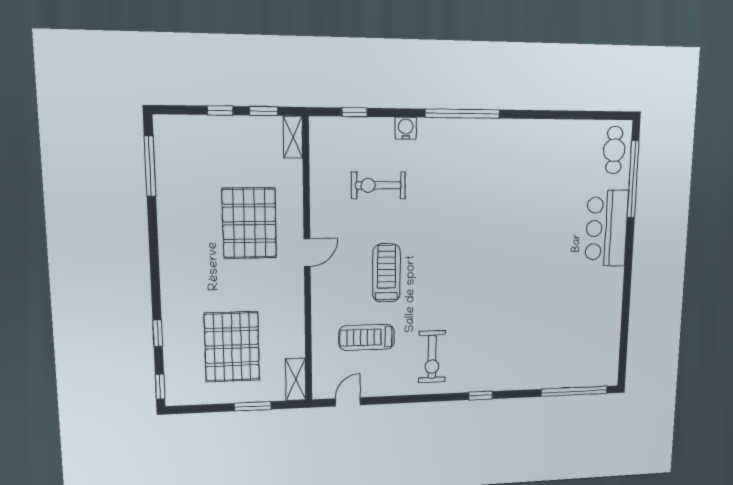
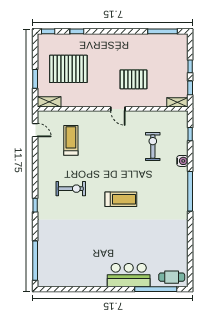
pallet: (249, 223) -> (134, 79), width x0.73, depth x0.71
treadmill: (387, 273) -> (121, 199), moved
exercise bike: (432, 357) -> (71, 189), moved, turned 180

